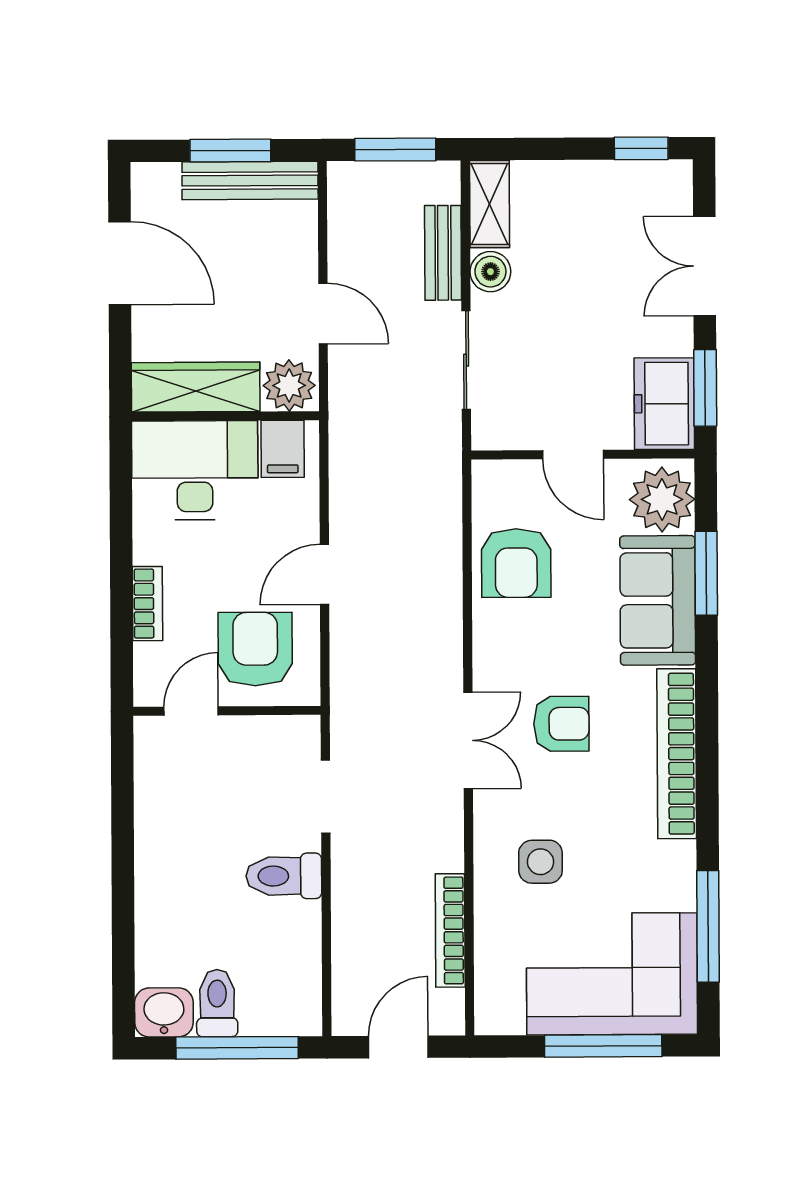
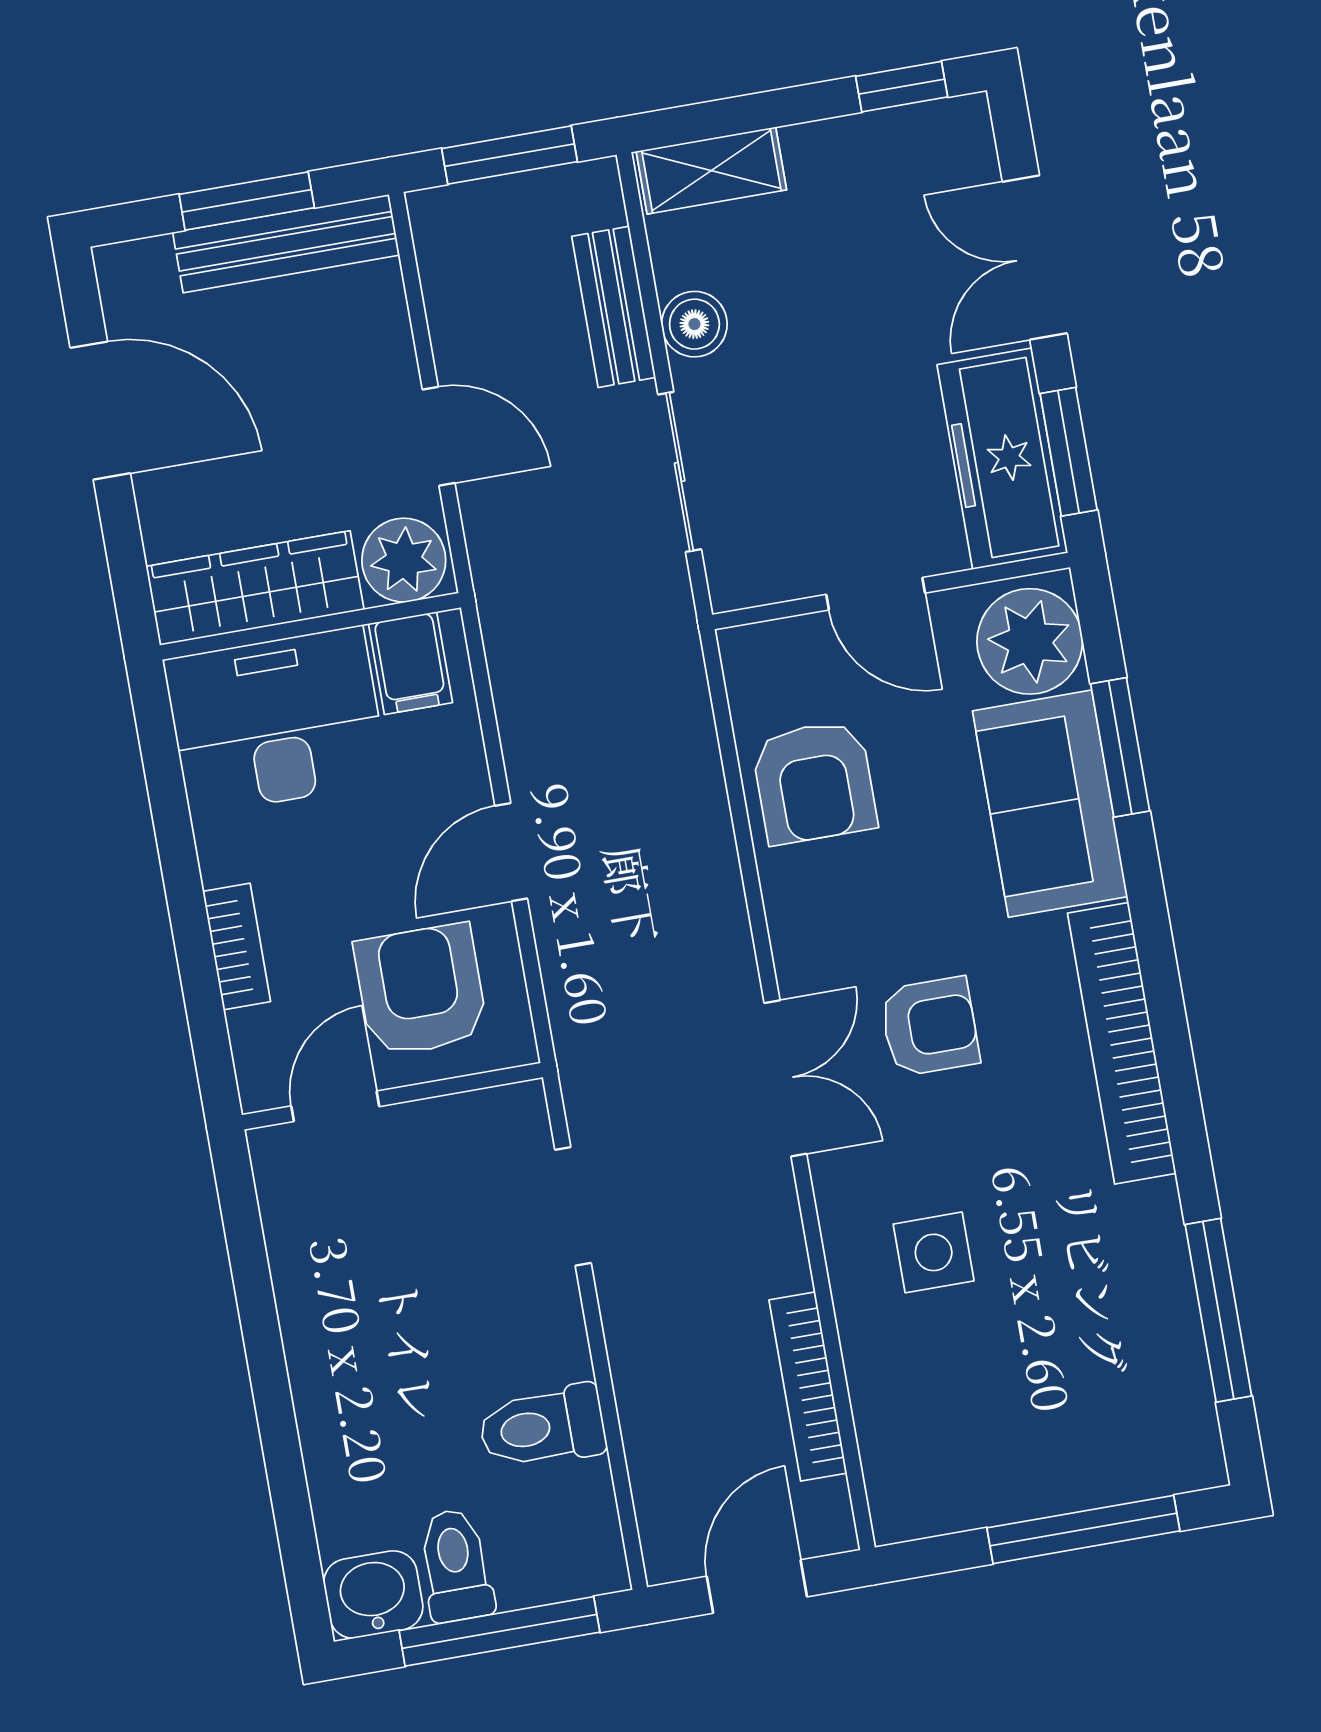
shelving: (490, 204) -> (711, 171), moved, turned 90
freezer: (664, 404) -> (1002, 459), width x1.40
toilet: (284, 876) -> (542, 1427), moved
corner sofa: (612, 974) -> (1078, 1412), removed

